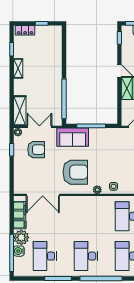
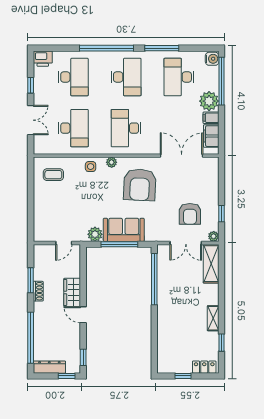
plant: (110, 134) -> (95, 234), added
sofa: (73, 137) -> (124, 230), moved
armchair: (36, 150) -> (190, 214), turned -90
armchair: (75, 172) -> (140, 185), turned -87
desk: (86, 216) -> (126, 128), added
water cooler: (19, 251) -> (212, 59), moved
desk: (45, 256) -> (179, 77), turned 180

